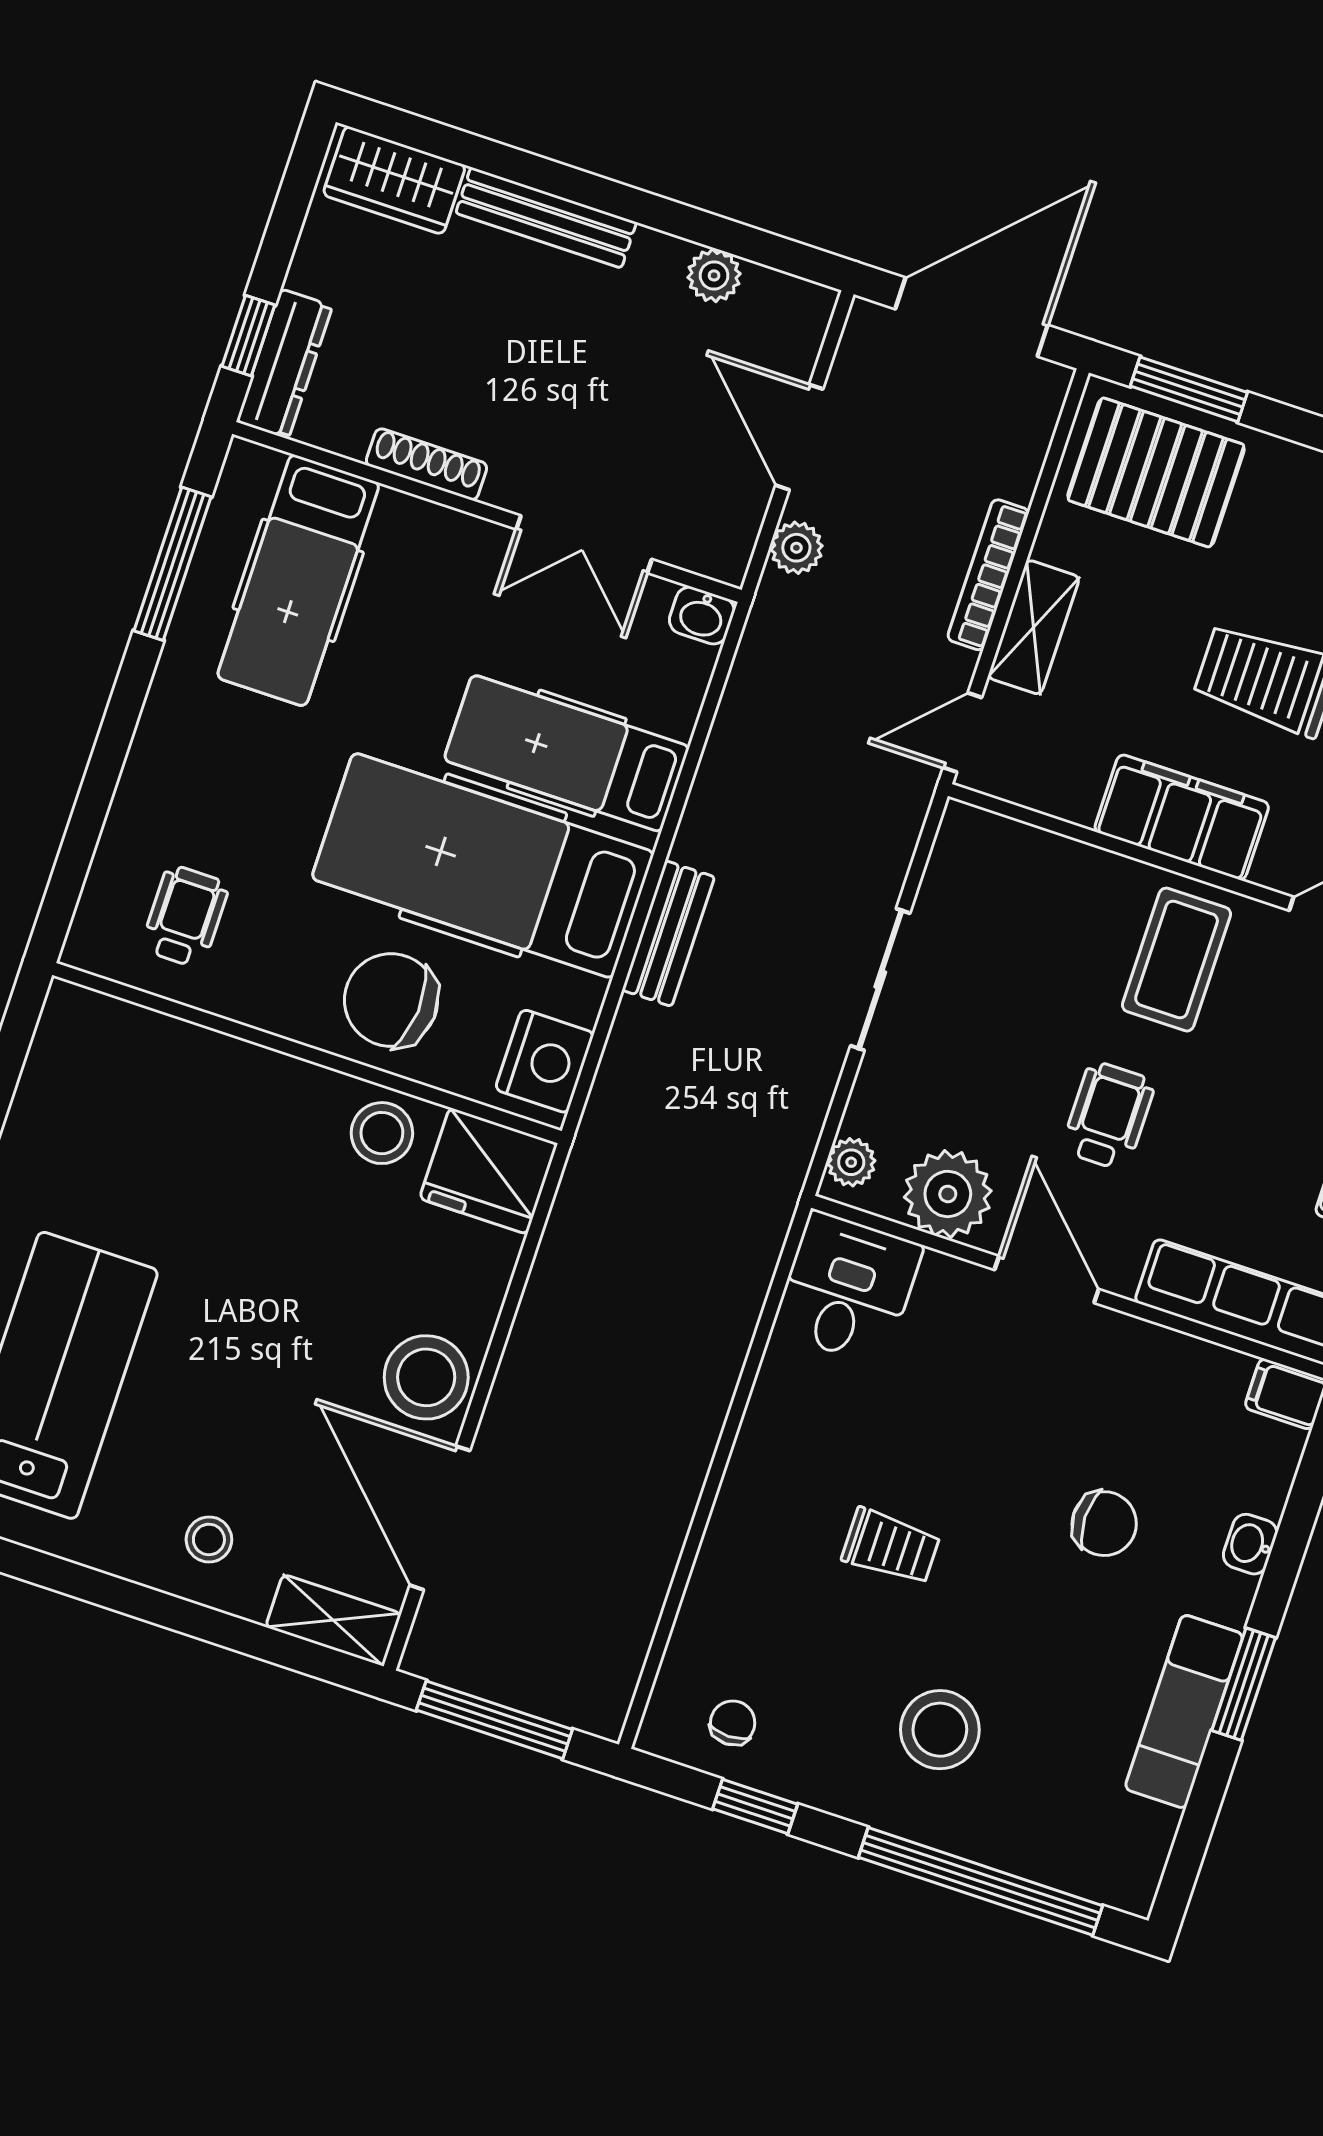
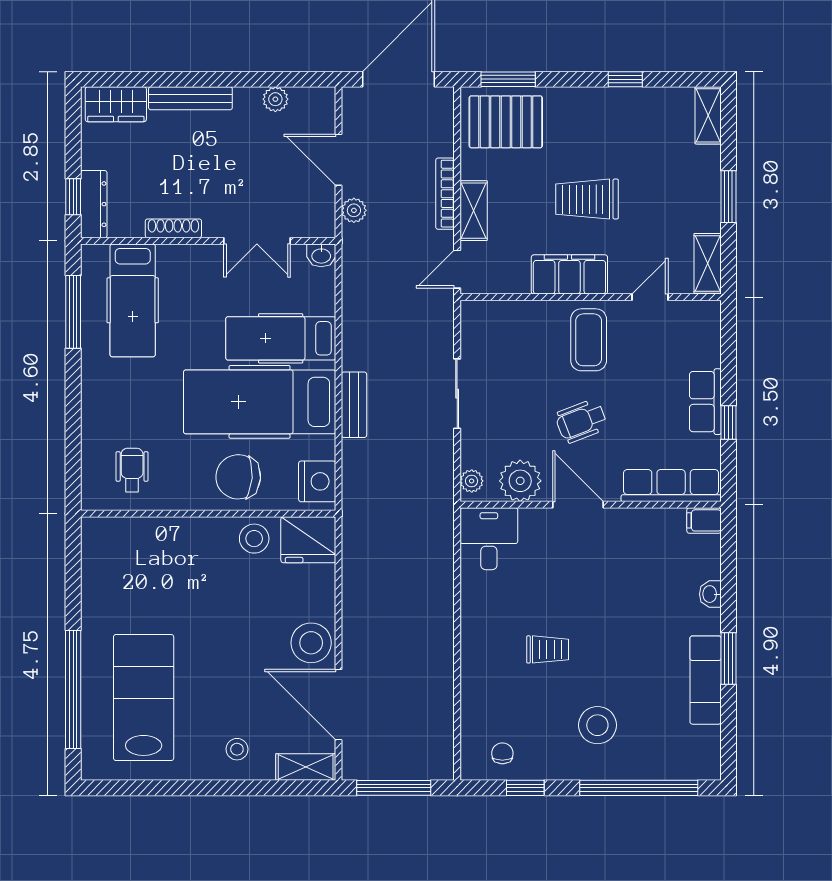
wheelchair: (1108, 1116) -> (581, 421), turned -111
chair: (1104, 1524) -> (641, 607), removed

